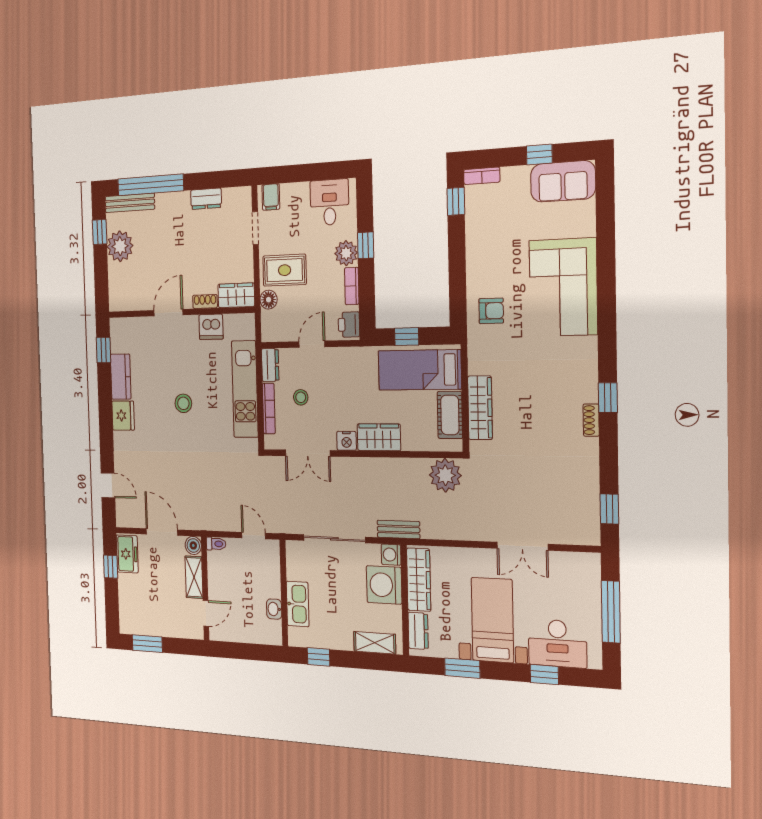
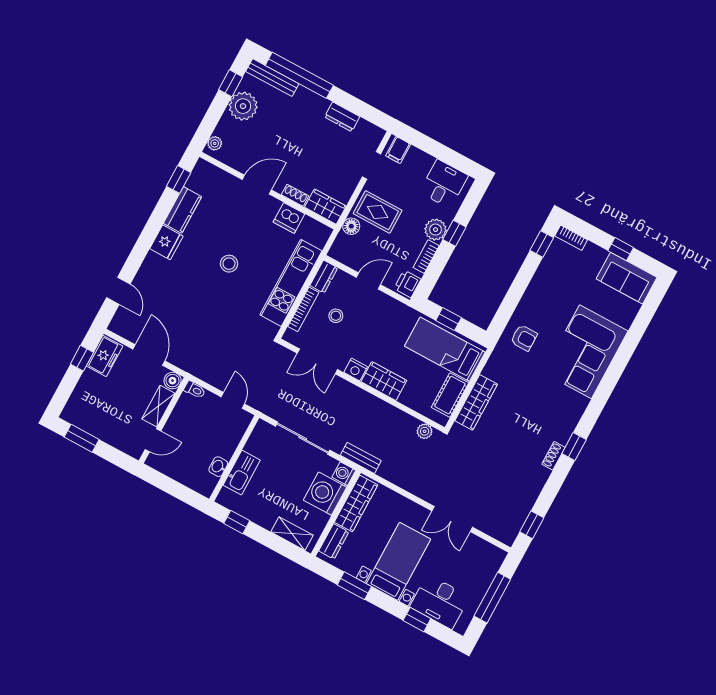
plant: (115, 297) -> (215, 143), added
plant: (445, 475) -> (425, 431), width x0.53, depth x0.53

